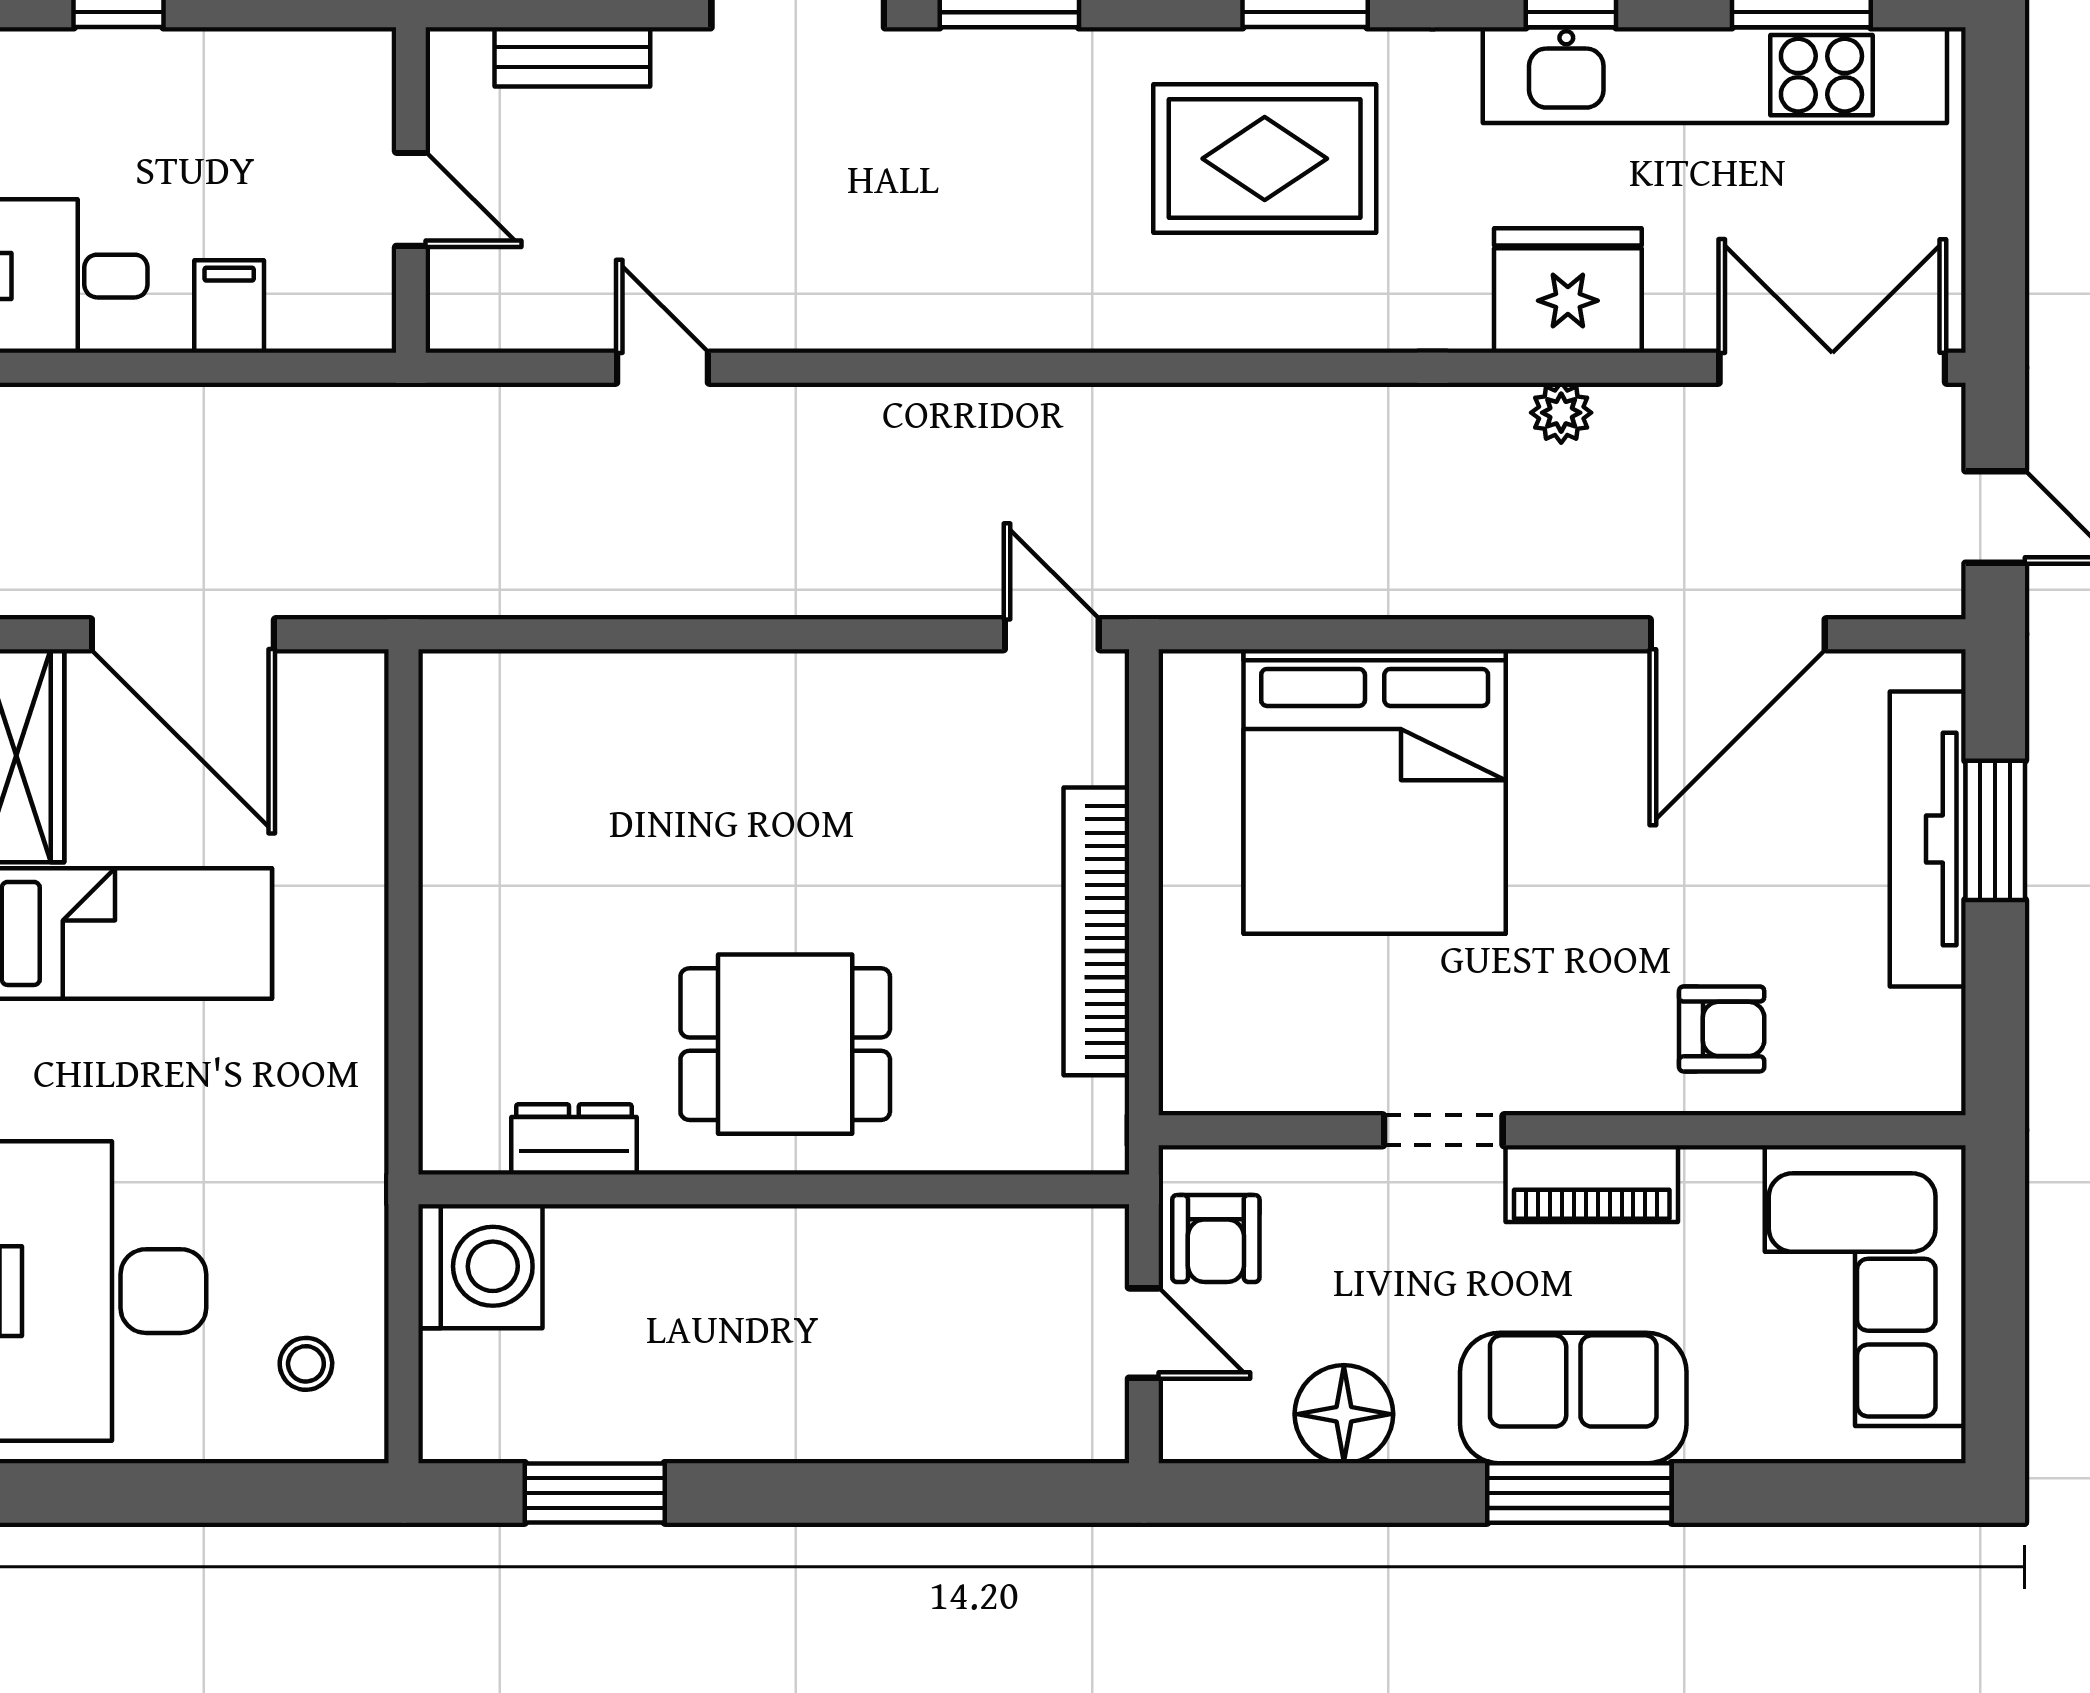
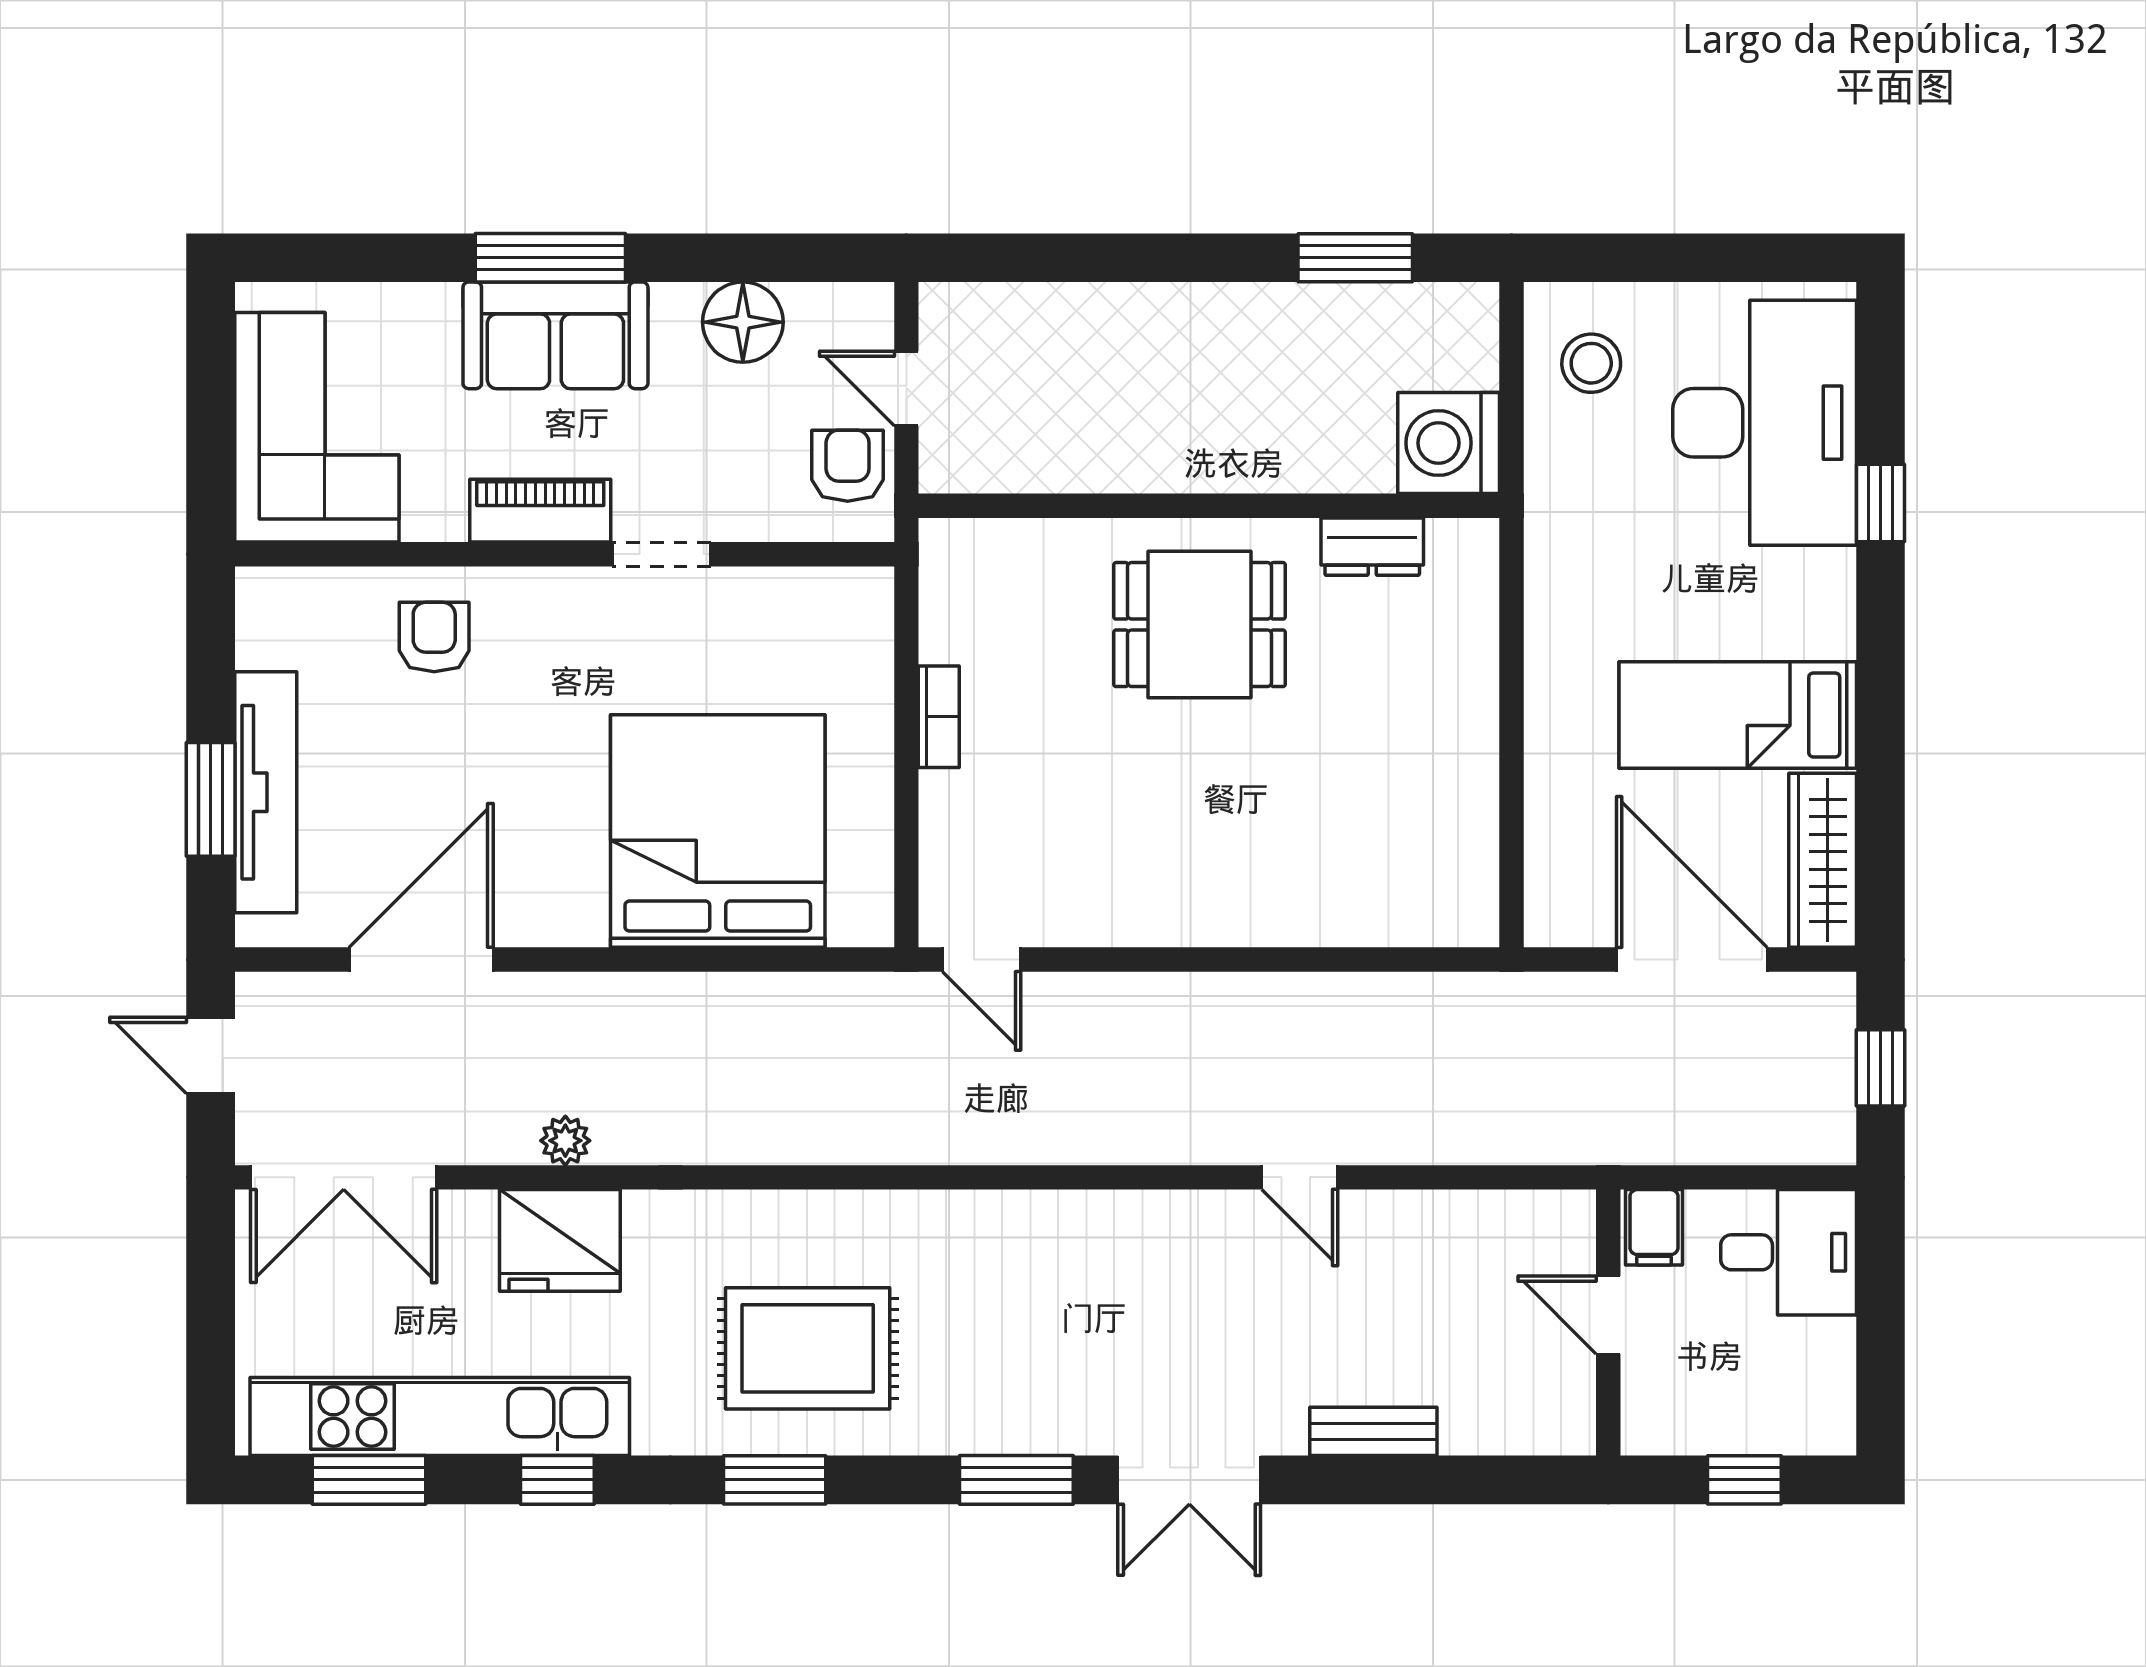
wall: (411, 190) -> (1608, 1323), moved
door: (411, 199) -> (1608, 1315), moved
bookcase: (1096, 931) -> (939, 717), width x0.43, depth x0.76
armchair: (1722, 1029) -> (434, 637), turned 90
stool: (306, 1364) -> (1591, 363), width x1.37, depth x1.37

